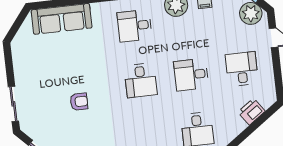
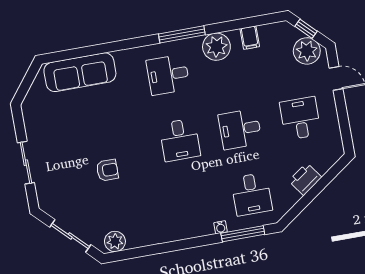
sliding door: (13, 104) -> (26, 163), moved
printer: (251, 112) -> (305, 179), moved

